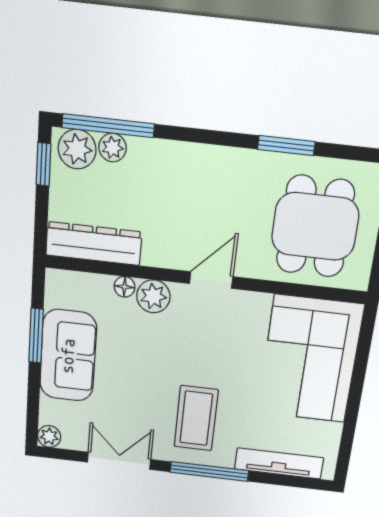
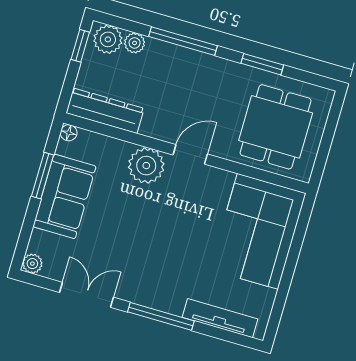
window: (108, 126) -> (183, 41), moved
floor lamp: (125, 287) -> (69, 133), moved
plant: (153, 296) -> (146, 166), width x1.36, depth x1.36
coffee table: (196, 418) -> (158, 267), removed

